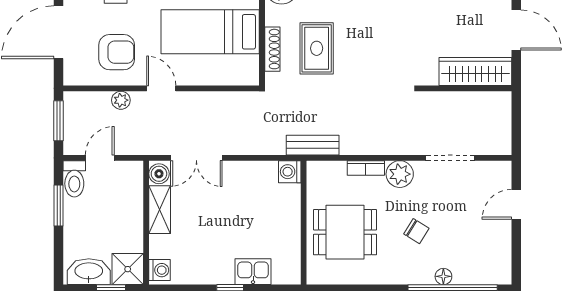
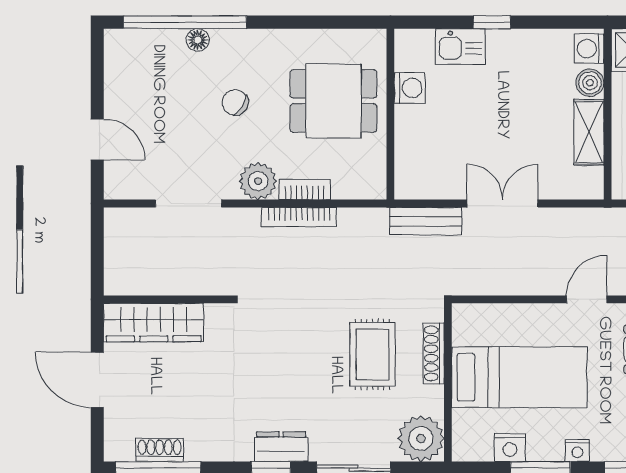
door: (161, 88) -> (587, 299), swing flipped
bench: (313, 145) -> (425, 221), moved
bookcase: (370, 148) -> (299, 217), added
double door: (196, 158) -> (502, 204), moved
washing machine: (290, 172) -> (410, 88), moved
boiler: (159, 174) -> (590, 83), moved
door: (516, 204) -> (97, 139), hinge flipped

